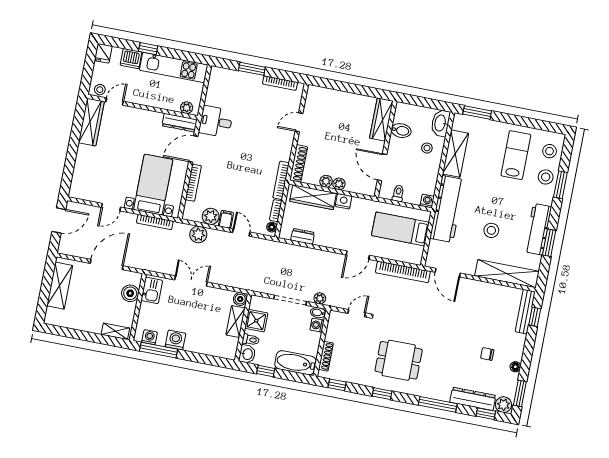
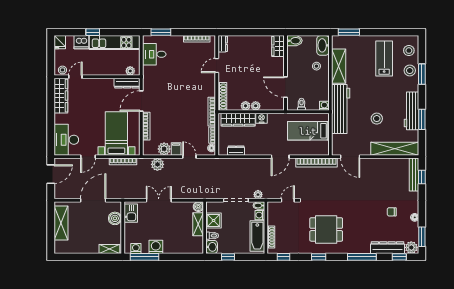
window: (252, 69) -> (161, 32), moved
dresser: (312, 96) -> (223, 44), added
wardrobe: (381, 119) -> (278, 46), width x0.67
desk: (216, 122) -> (154, 54), moved
bidet: (401, 131) -> (294, 41), moved
desk: (87, 180) -> (66, 140), added
bathtub: (296, 363) -> (257, 236), moved, turned -90

